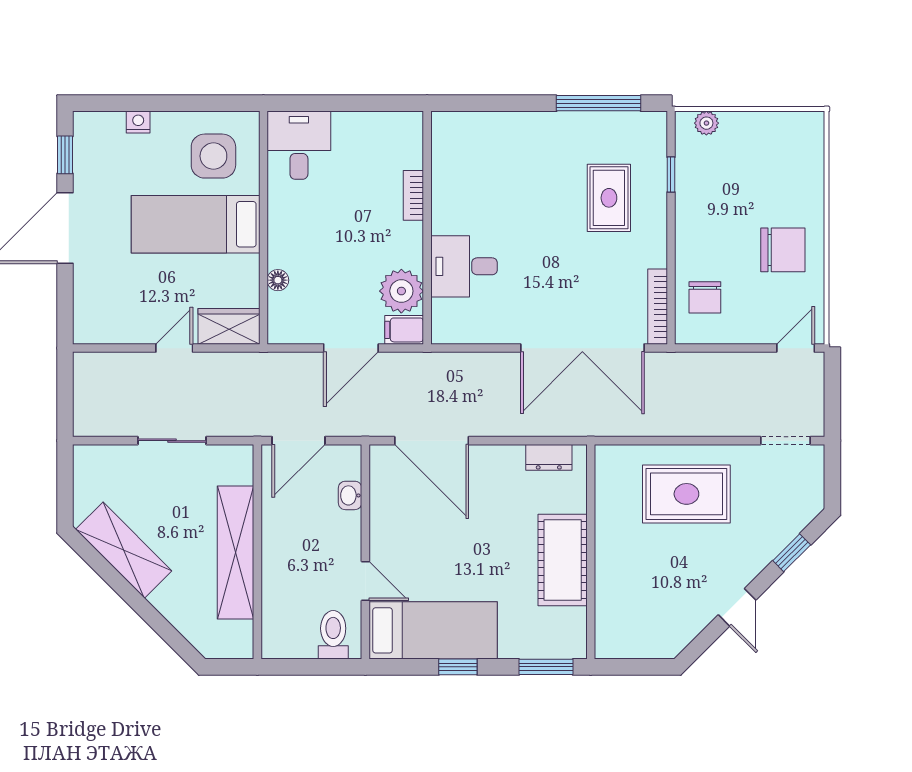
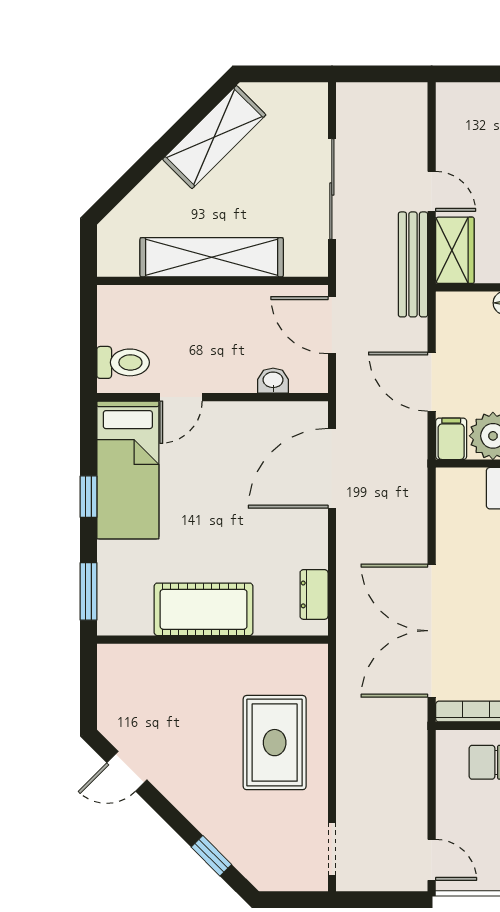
bench: (242, 365) -> (413, 264), added
sliding door: (172, 441) -> (332, 189), width x1.37
door: (737, 607) -> (127, 771), moved

